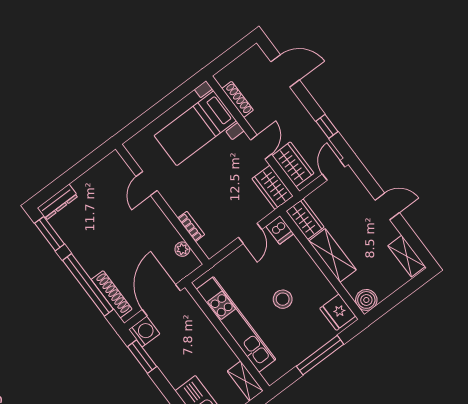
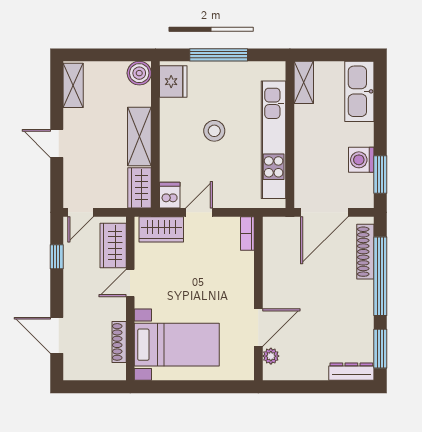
door: (147, 184) -> (258, 328), width x1.38
wardrobe: (273, 187) -> (161, 229), moved, turned 90
bookcase: (191, 226) -> (247, 233), moved
plant: (182, 249) -> (271, 356), moved
washing machine: (144, 332) -> (361, 160), moved

